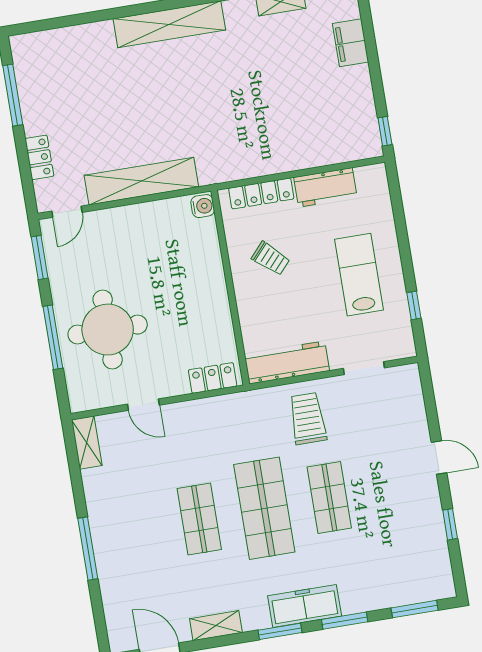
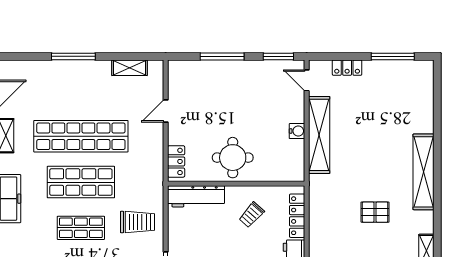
pallet: (238, 84) -> (375, 212), added
water cooler: (203, 206) -> (297, 131), moved, turned -90
round table: (108, 330) -> (233, 158), moved, width x0.73, depth x0.73
workbench: (287, 362) -> (196, 196), moved, turned 90
shelving: (87, 443) -> (129, 68), moved
shop shelf: (199, 519) -> (81, 136), width x2.00, depth x1.36

